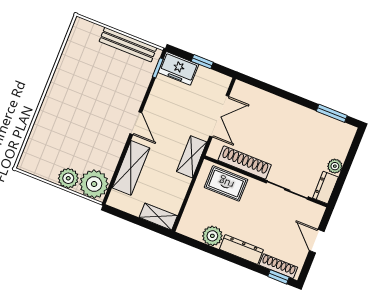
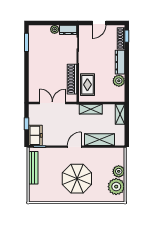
parasol: (83, 107) -> (77, 179), added
shelving: (192, 157) -> (91, 109), moved
plant: (94, 184) -> (116, 187), moved

